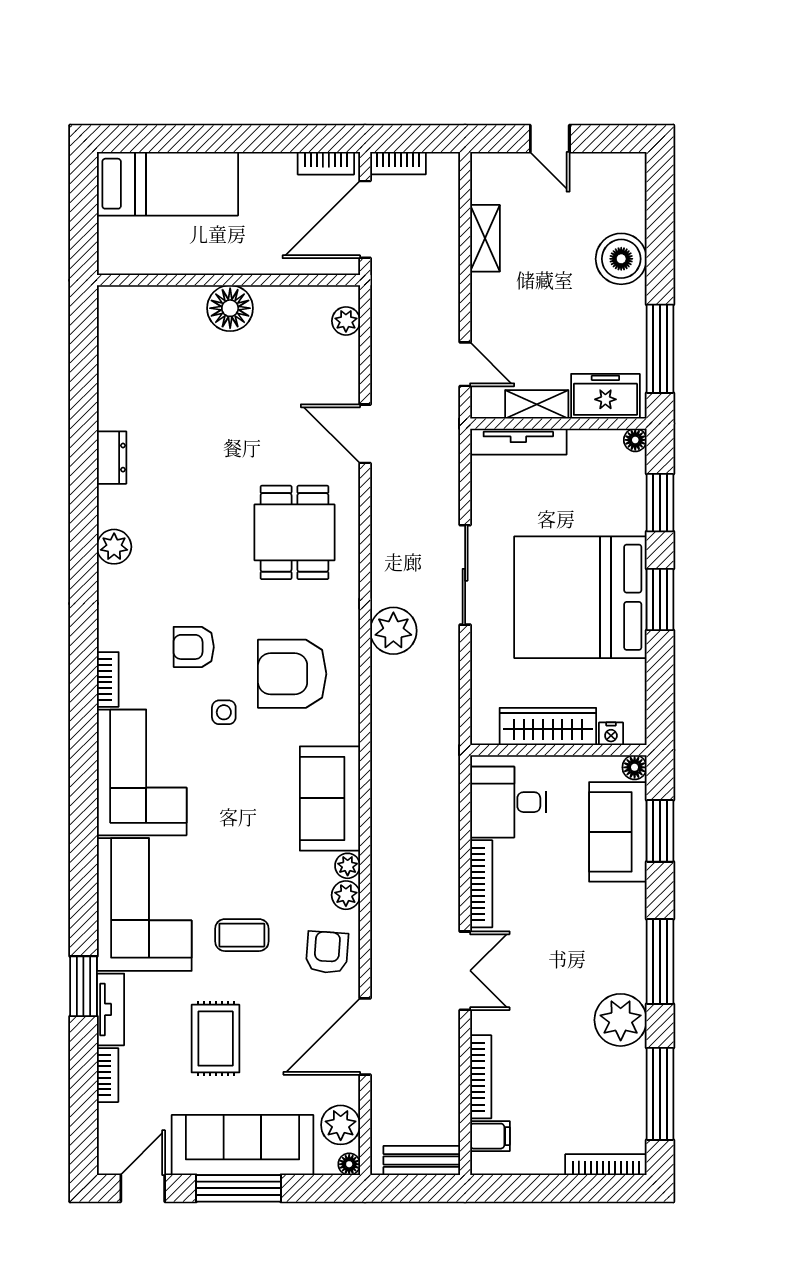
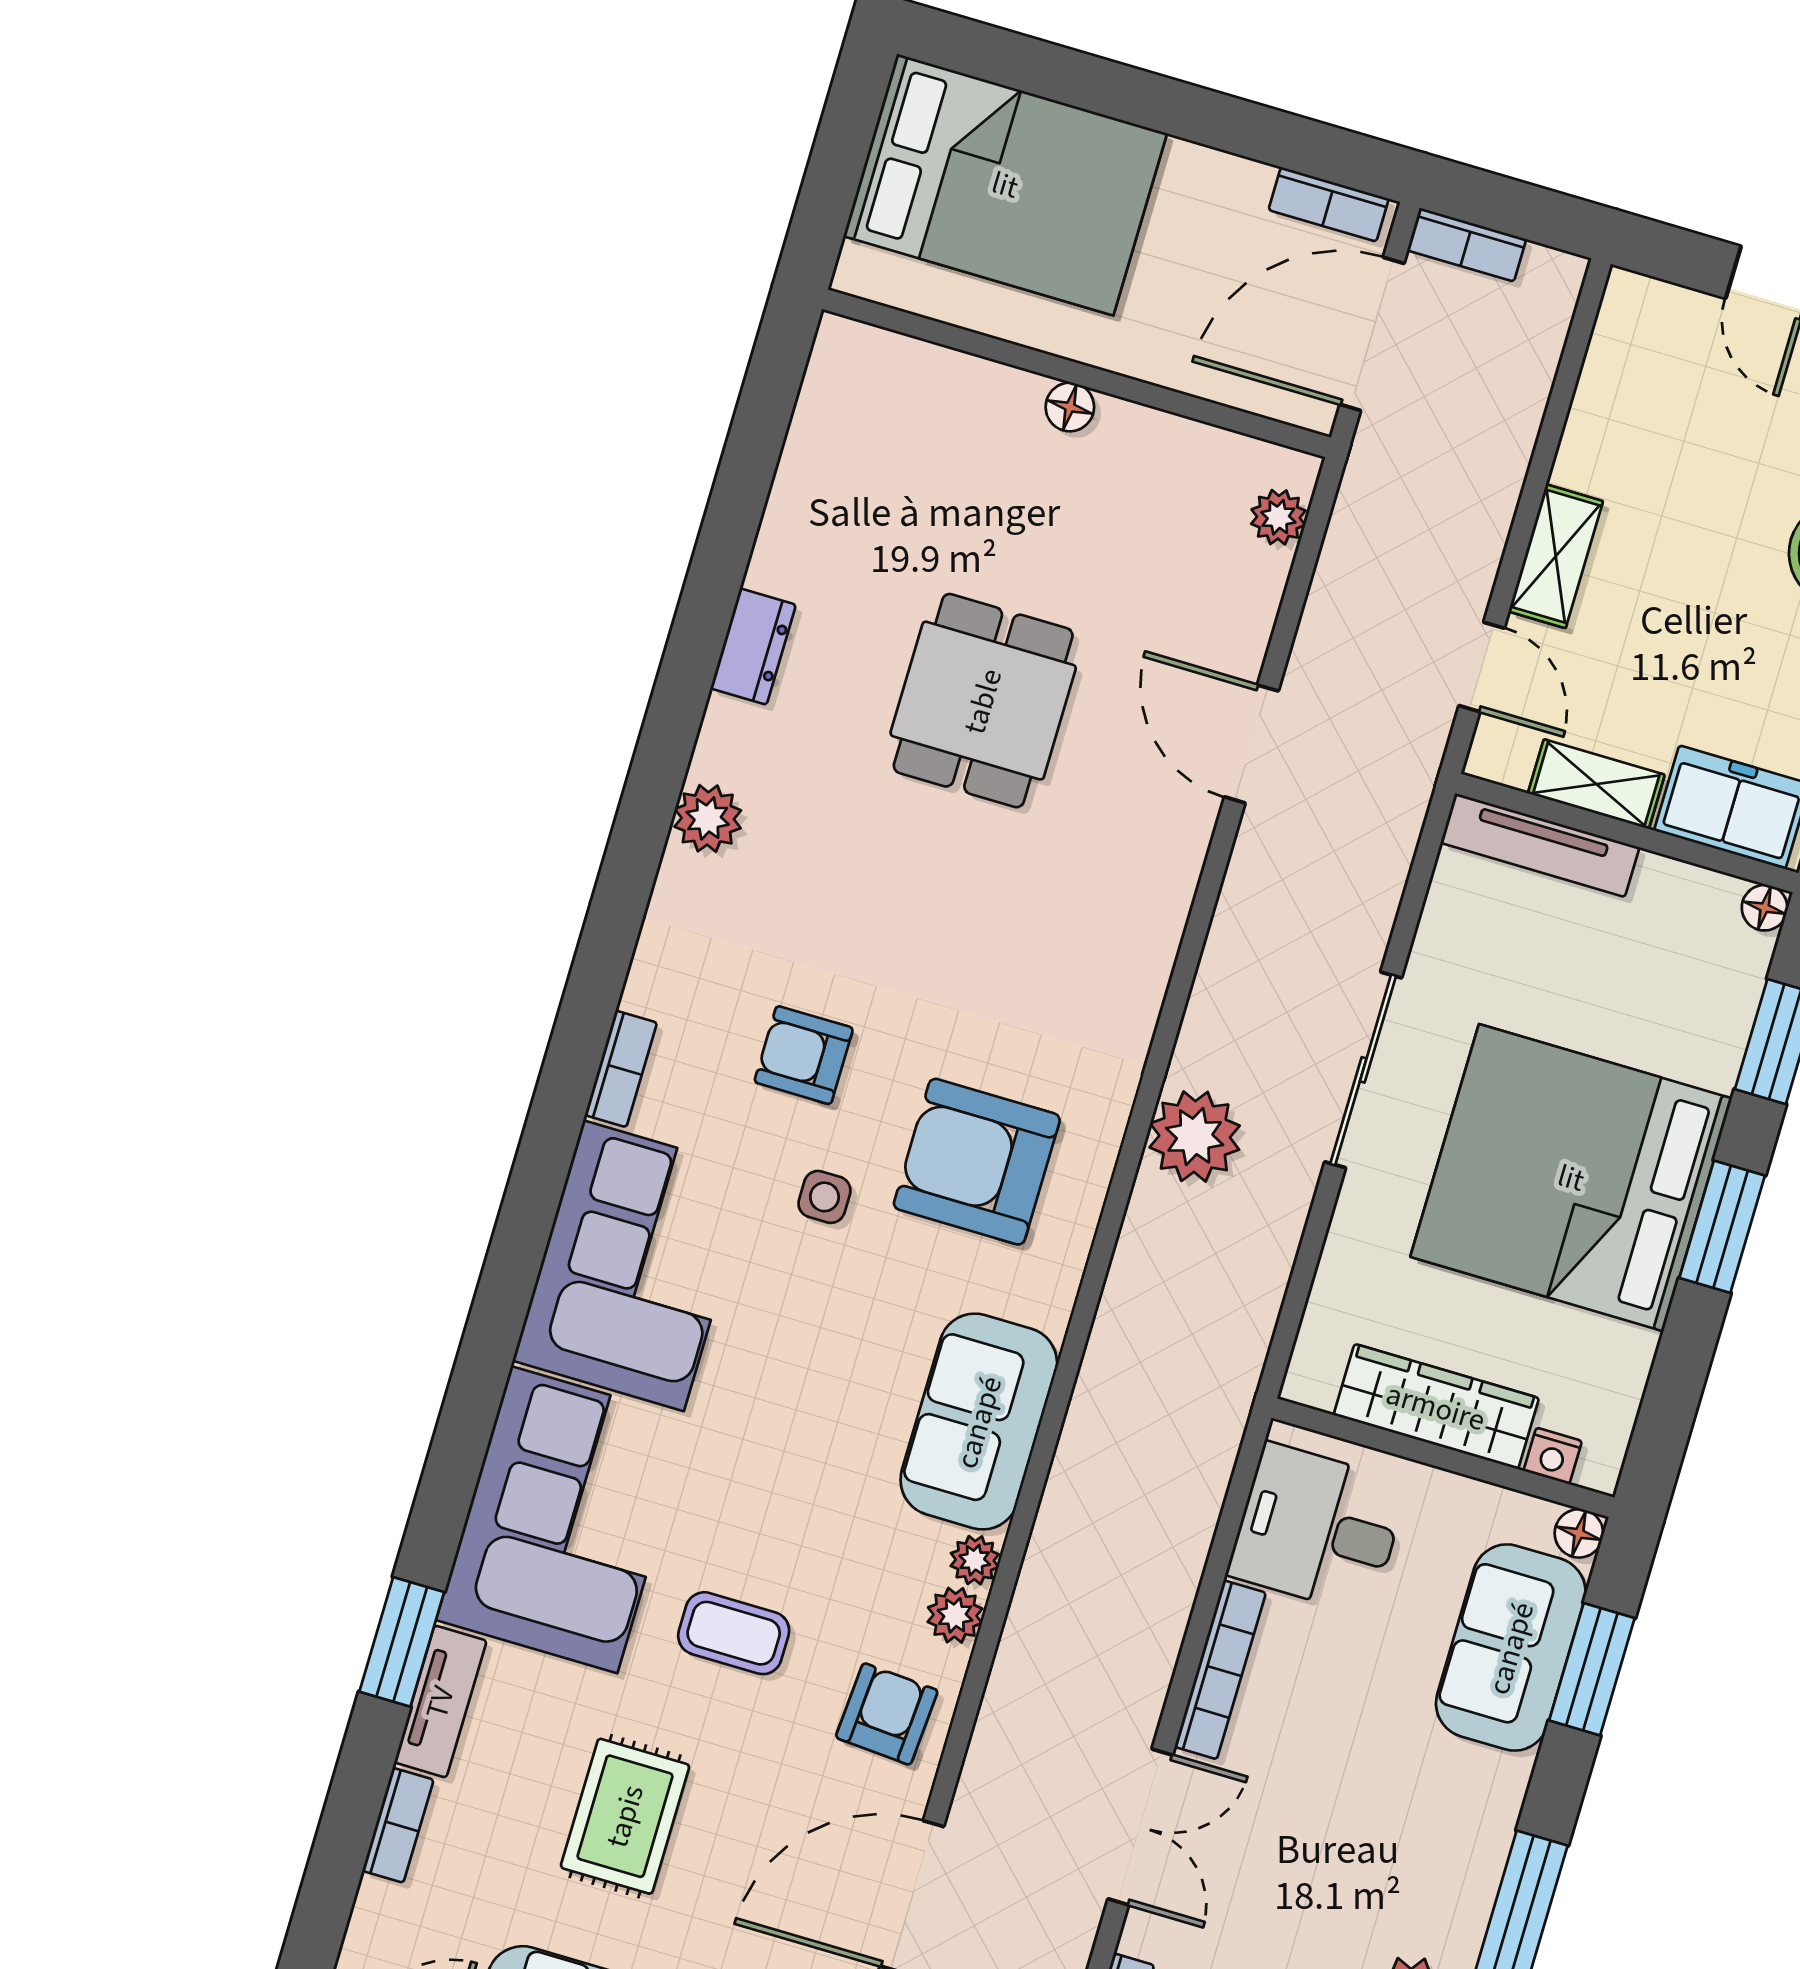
bed: (167, 184) -> (1005, 185), width x1.50
shelving: (485, 238) -> (1556, 556), moved
floor lamp: (230, 308) -> (1070, 407), width x0.53, depth x0.53
dining table: (294, 532) -> (983, 701), moved

